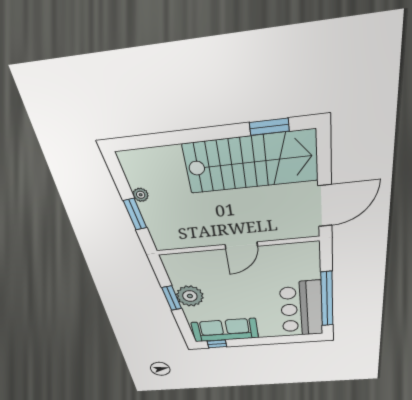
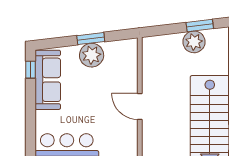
plant: (141, 195) -> (194, 42), width x1.88, depth x1.88
window: (135, 214) -> (200, 26), moved

